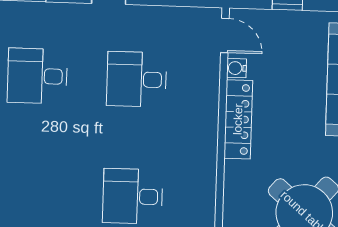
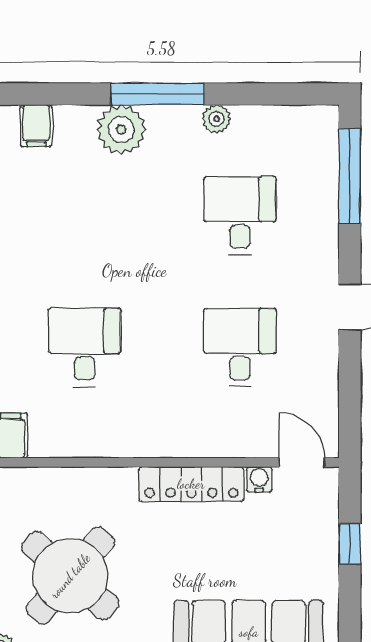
door: (225, 35) -> (302, 462), swing flipped

